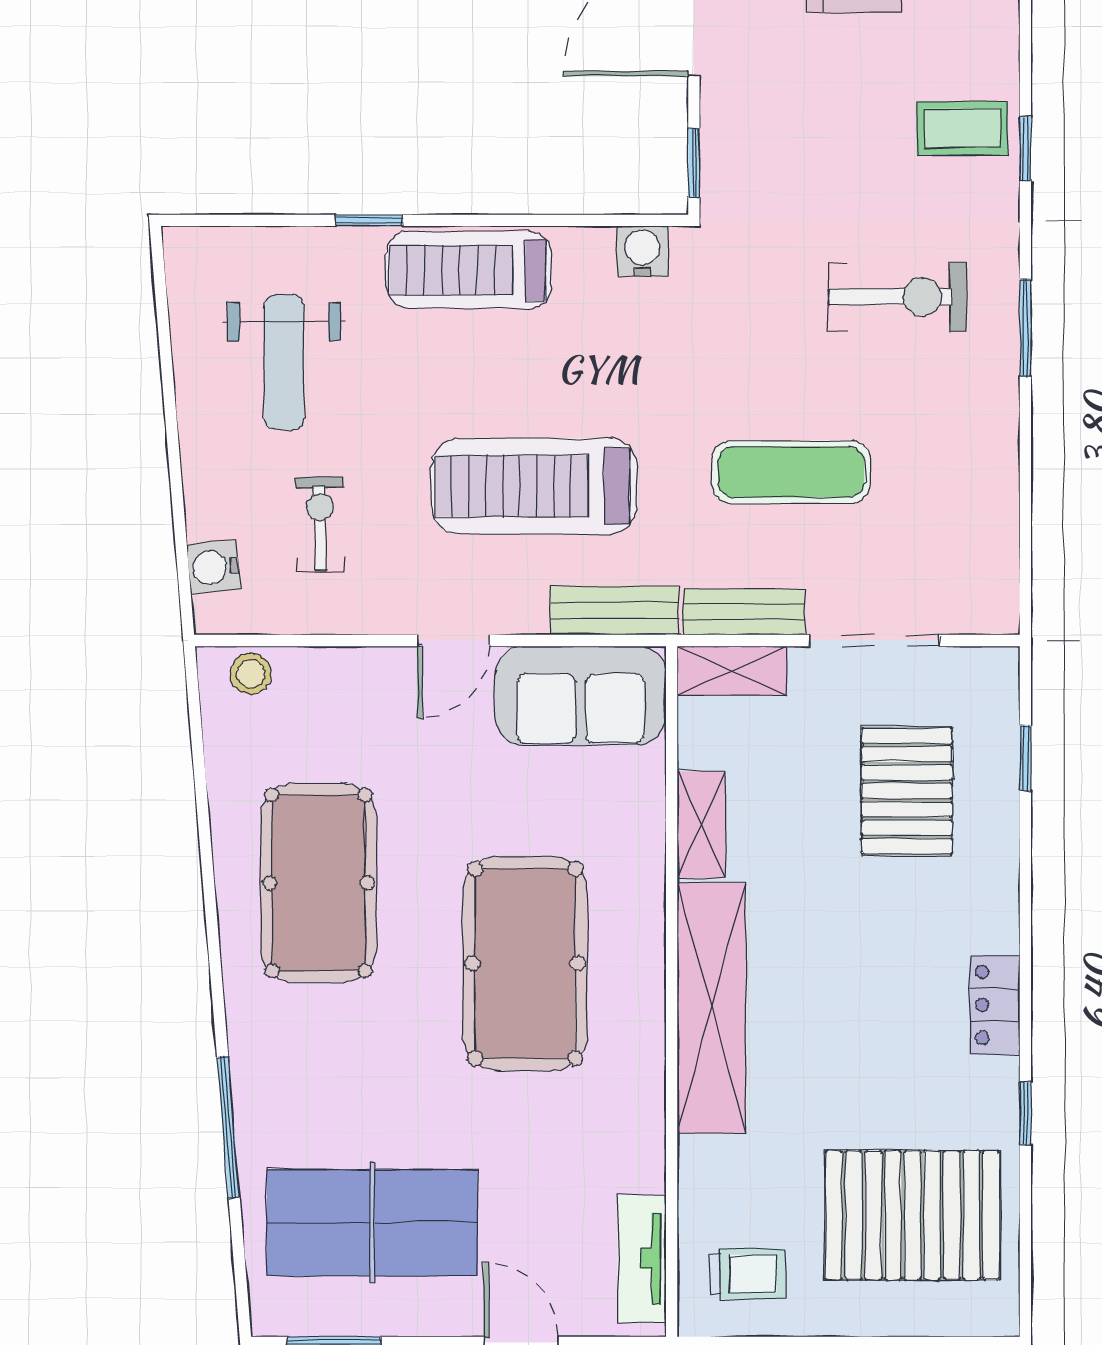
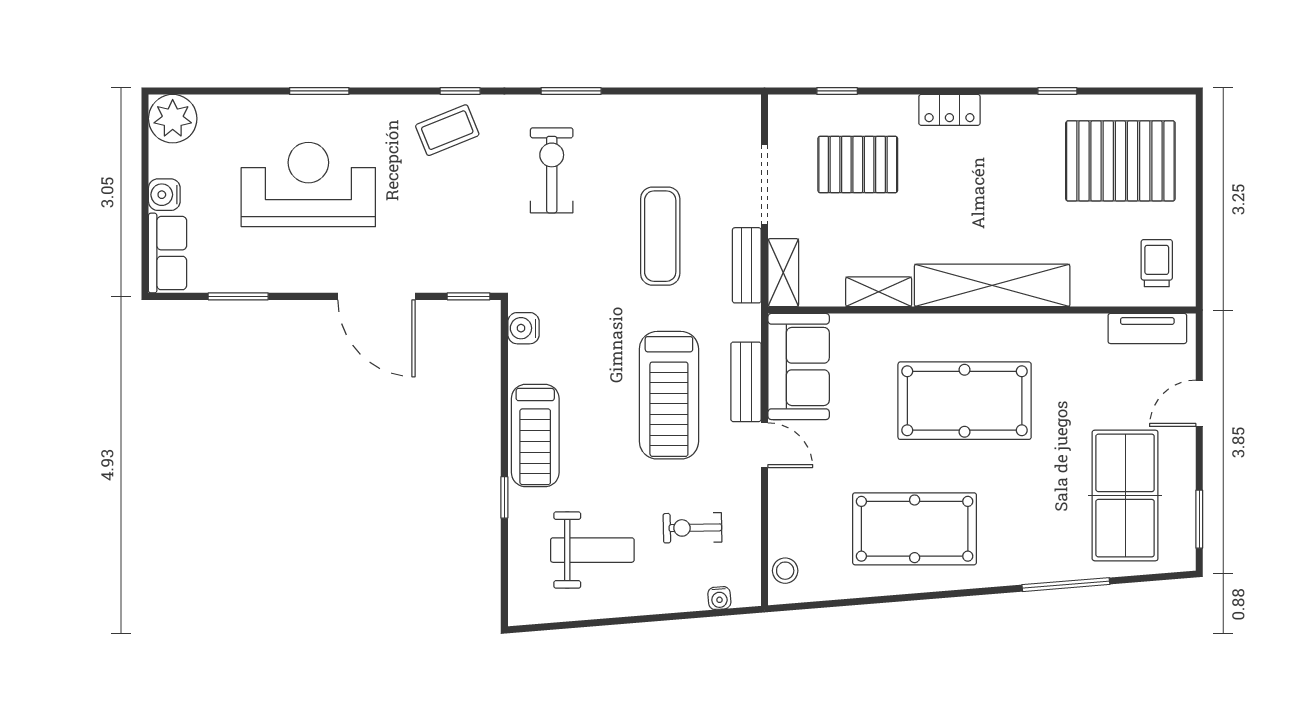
coffee table: (962, 128) -> (447, 130), turned 68
water cooler: (213, 567) -> (719, 598), width x0.72, depth x0.72
bench: (615, 610) -> (746, 382), moved
locker: (995, 1005) -> (949, 110), moved
pallet: (913, 1215) -> (1120, 161), turned 90

